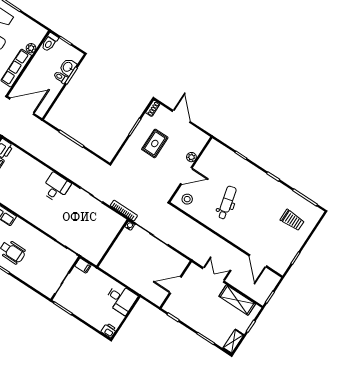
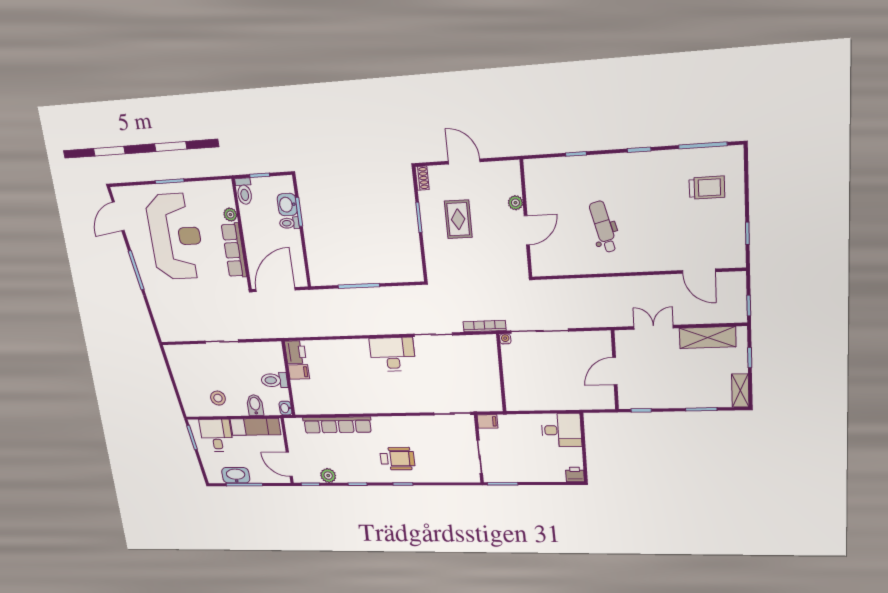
desk: (56, 187) -> (393, 354), width x1.37
stool: (187, 199) -> (550, 258), removed

